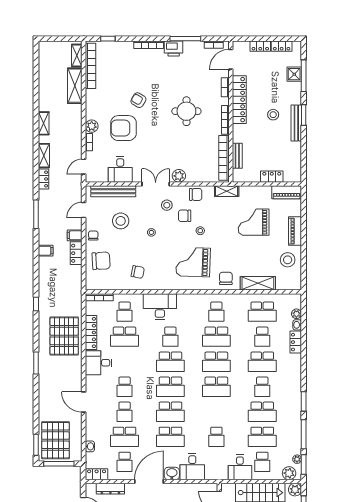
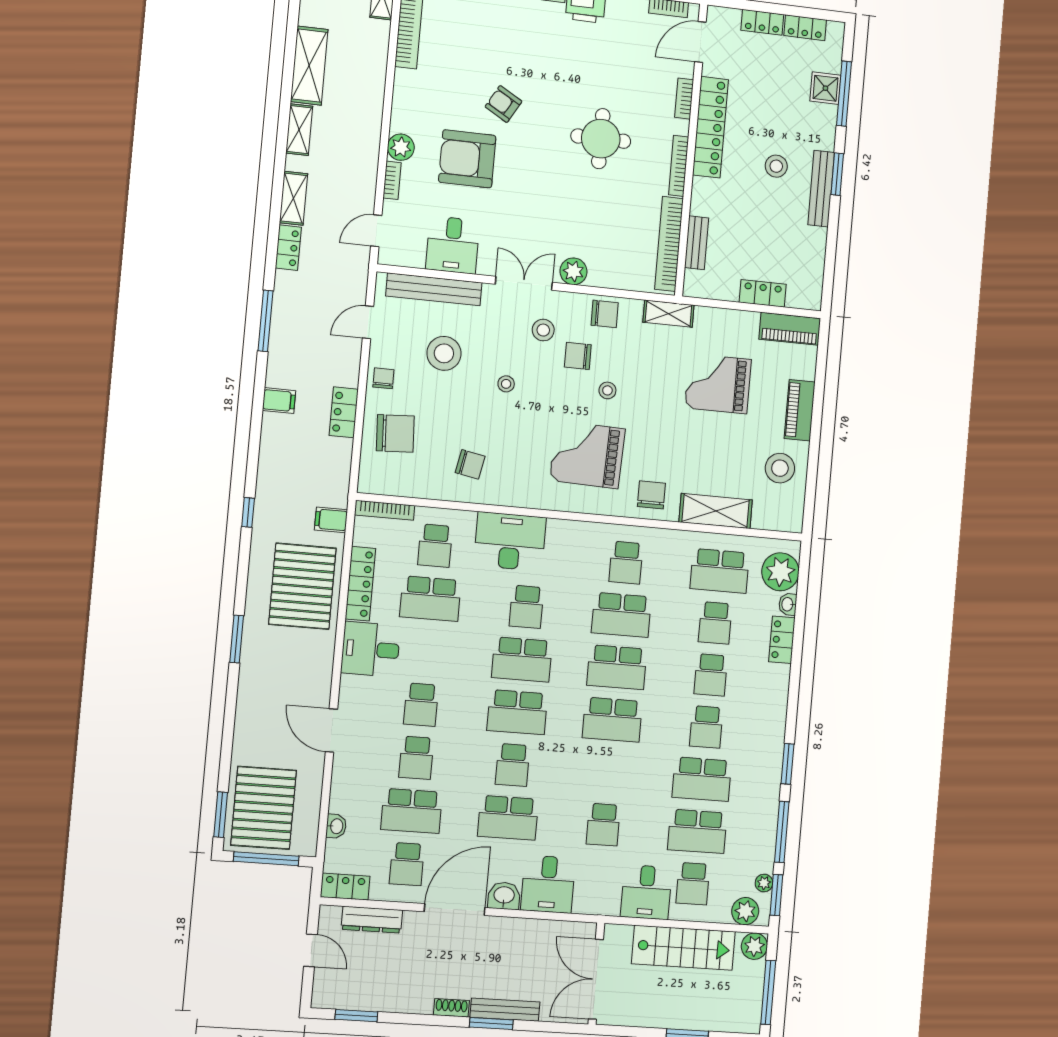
shelving: (75, 86) -> (309, 66), moved
filing cabinet: (75, 235) -> (331, 520), moved
plant: (296, 314) -> (780, 572), width x1.88, depth x1.88
school desk: (262, 362) -> (711, 675), width x0.54
school desk: (170, 412) -> (513, 765), width x0.54

